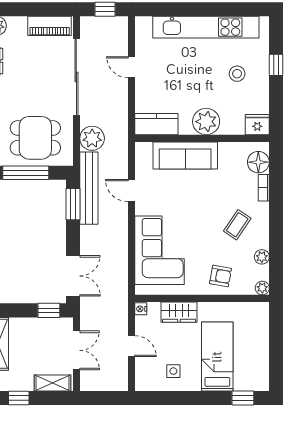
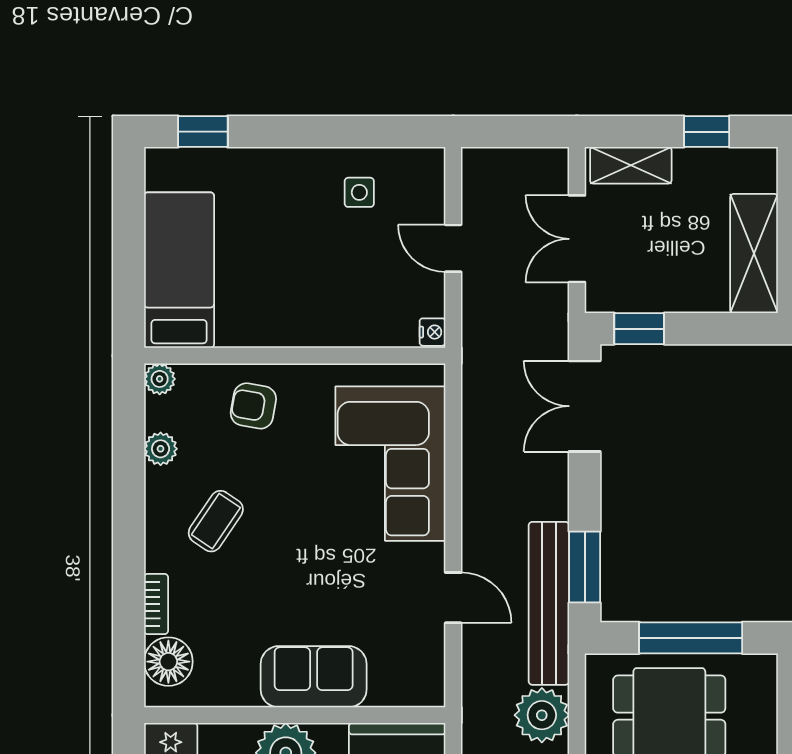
sofa: (185, 155) -> (314, 677), width x0.73
wardrobe: (179, 312) -> (347, 325), removed
bed: (217, 357) -> (179, 270), moved, turned 180

